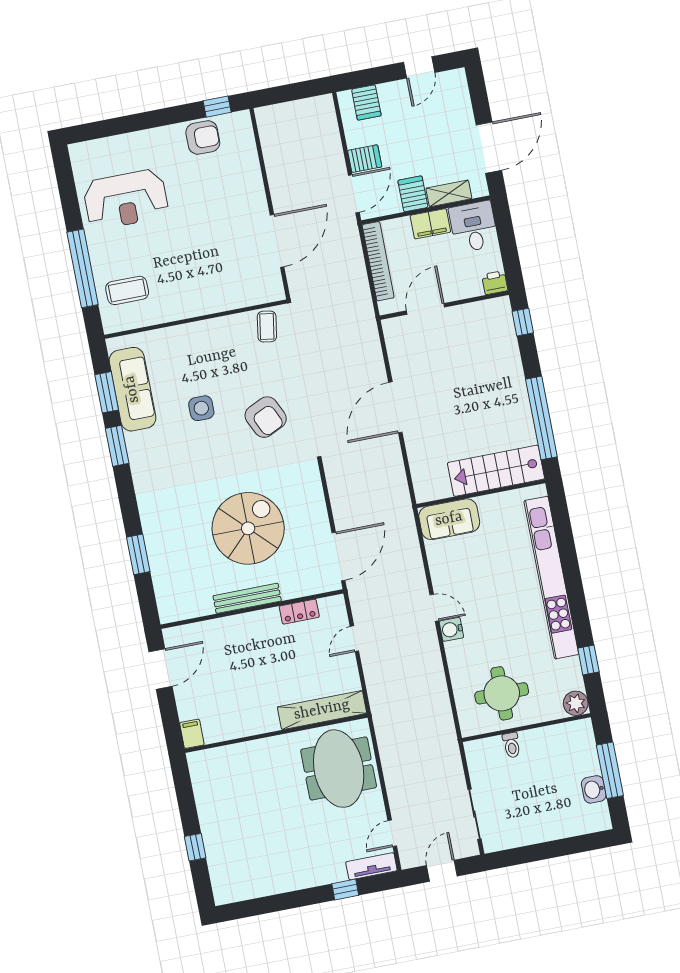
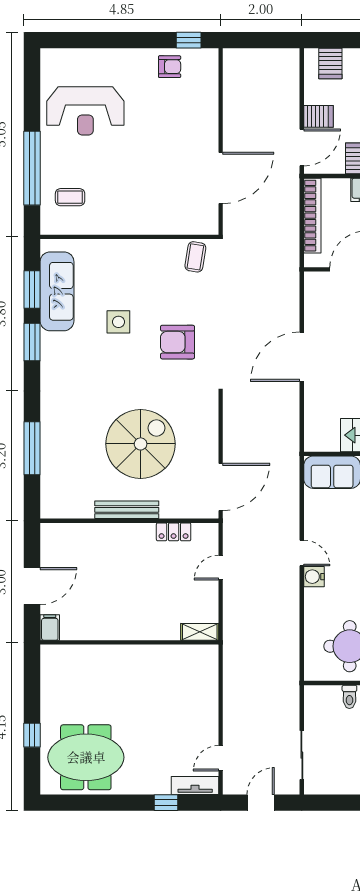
armchair: (203, 138) -> (170, 67), width x0.72, depth x0.72
coffee table: (127, 290) -> (70, 197), width x0.73, depth x0.77
armchair: (266, 417) -> (178, 342), turned 115
window: (138, 554) -> (32, 448), width x1.44
door: (160, 669) -> (32, 586), moved
shelving: (322, 710) -> (200, 632), width x0.45, depth x0.75
meeting table: (339, 769) -> (86, 757), moved, turned 90

